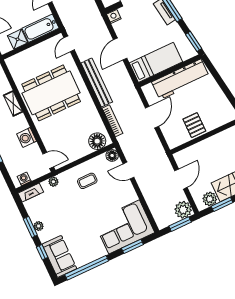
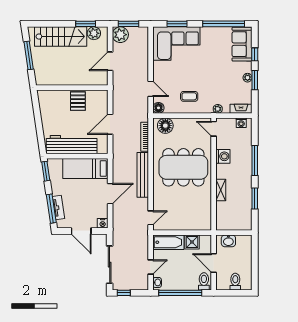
dining table: (51, 93) -> (183, 167), moved

